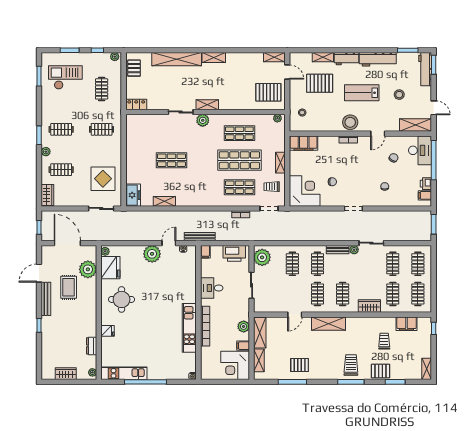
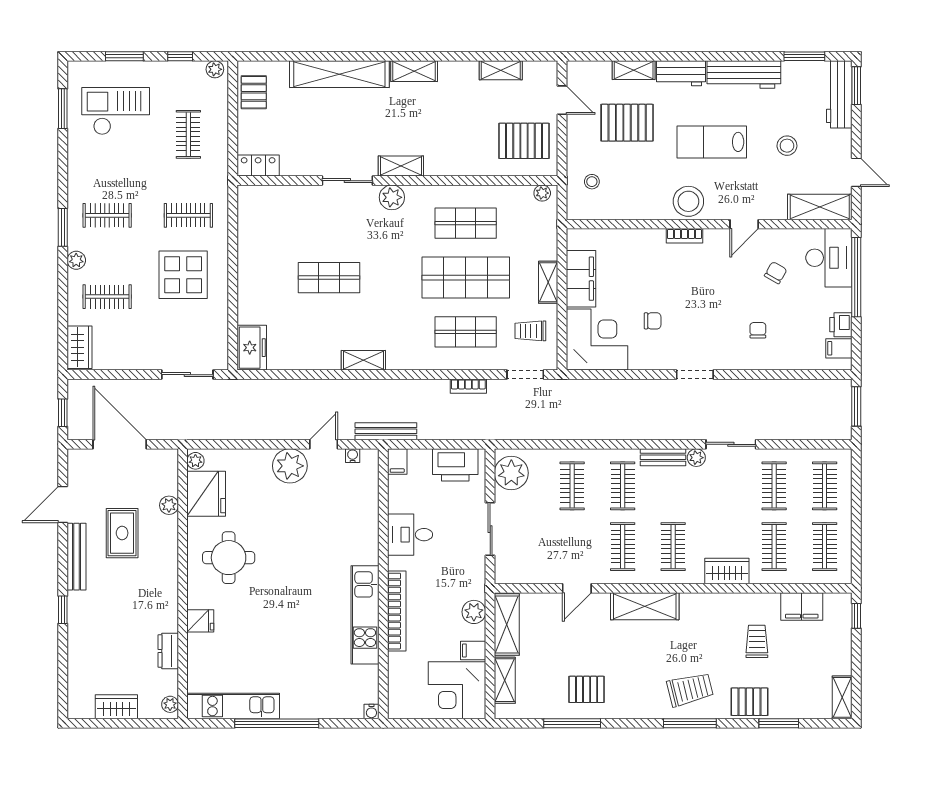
shelving: (274, 57) -> (501, 70), moved
filing cabinet: (304, 143) -> (581, 279), moved, turned -90
display table: (103, 179) -> (183, 275), moved
shelving: (164, 201) -> (363, 360), moved
plant: (88, 269) -> (169, 505), width x0.53, depth x0.53
trolley: (351, 365) -> (690, 689), turned 76

